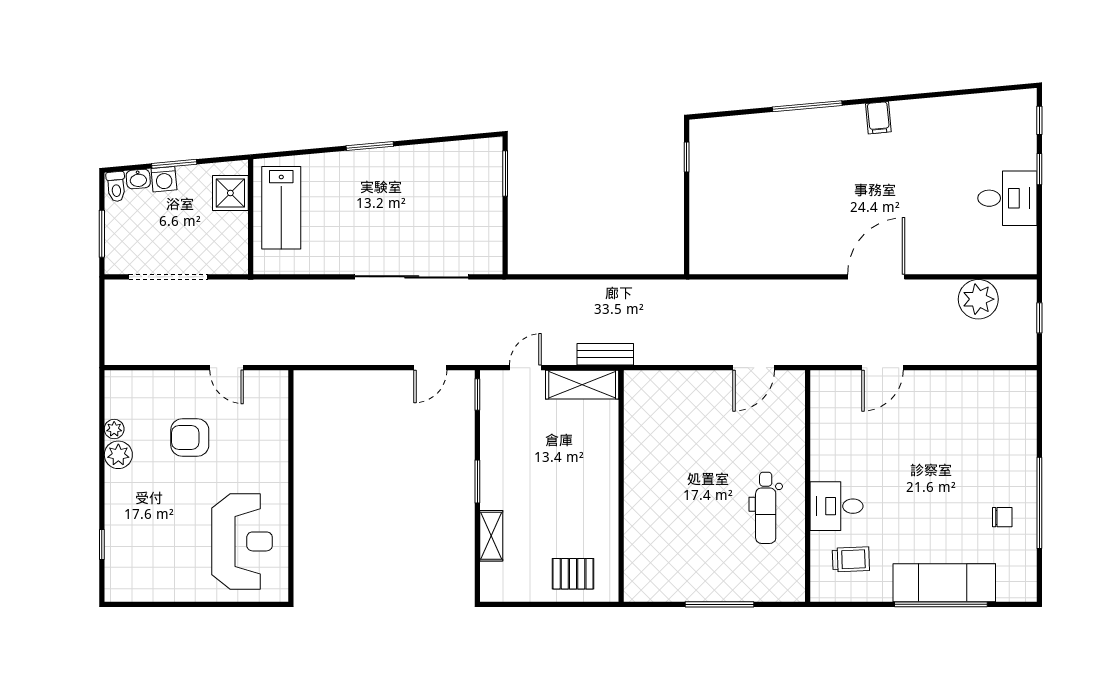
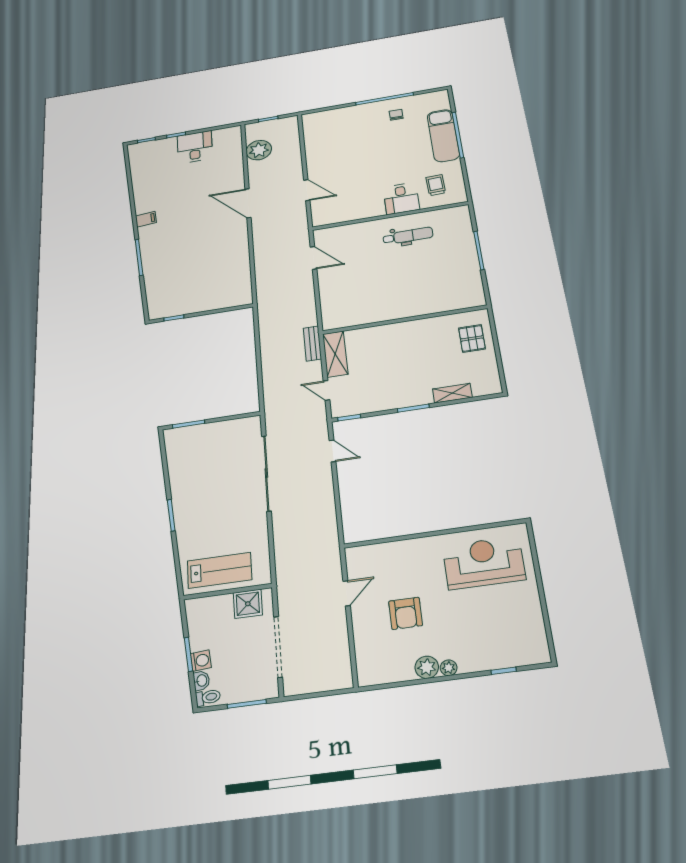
shower: (230, 193) -> (248, 604), moved
plant: (114, 429) -> (449, 668), moved

